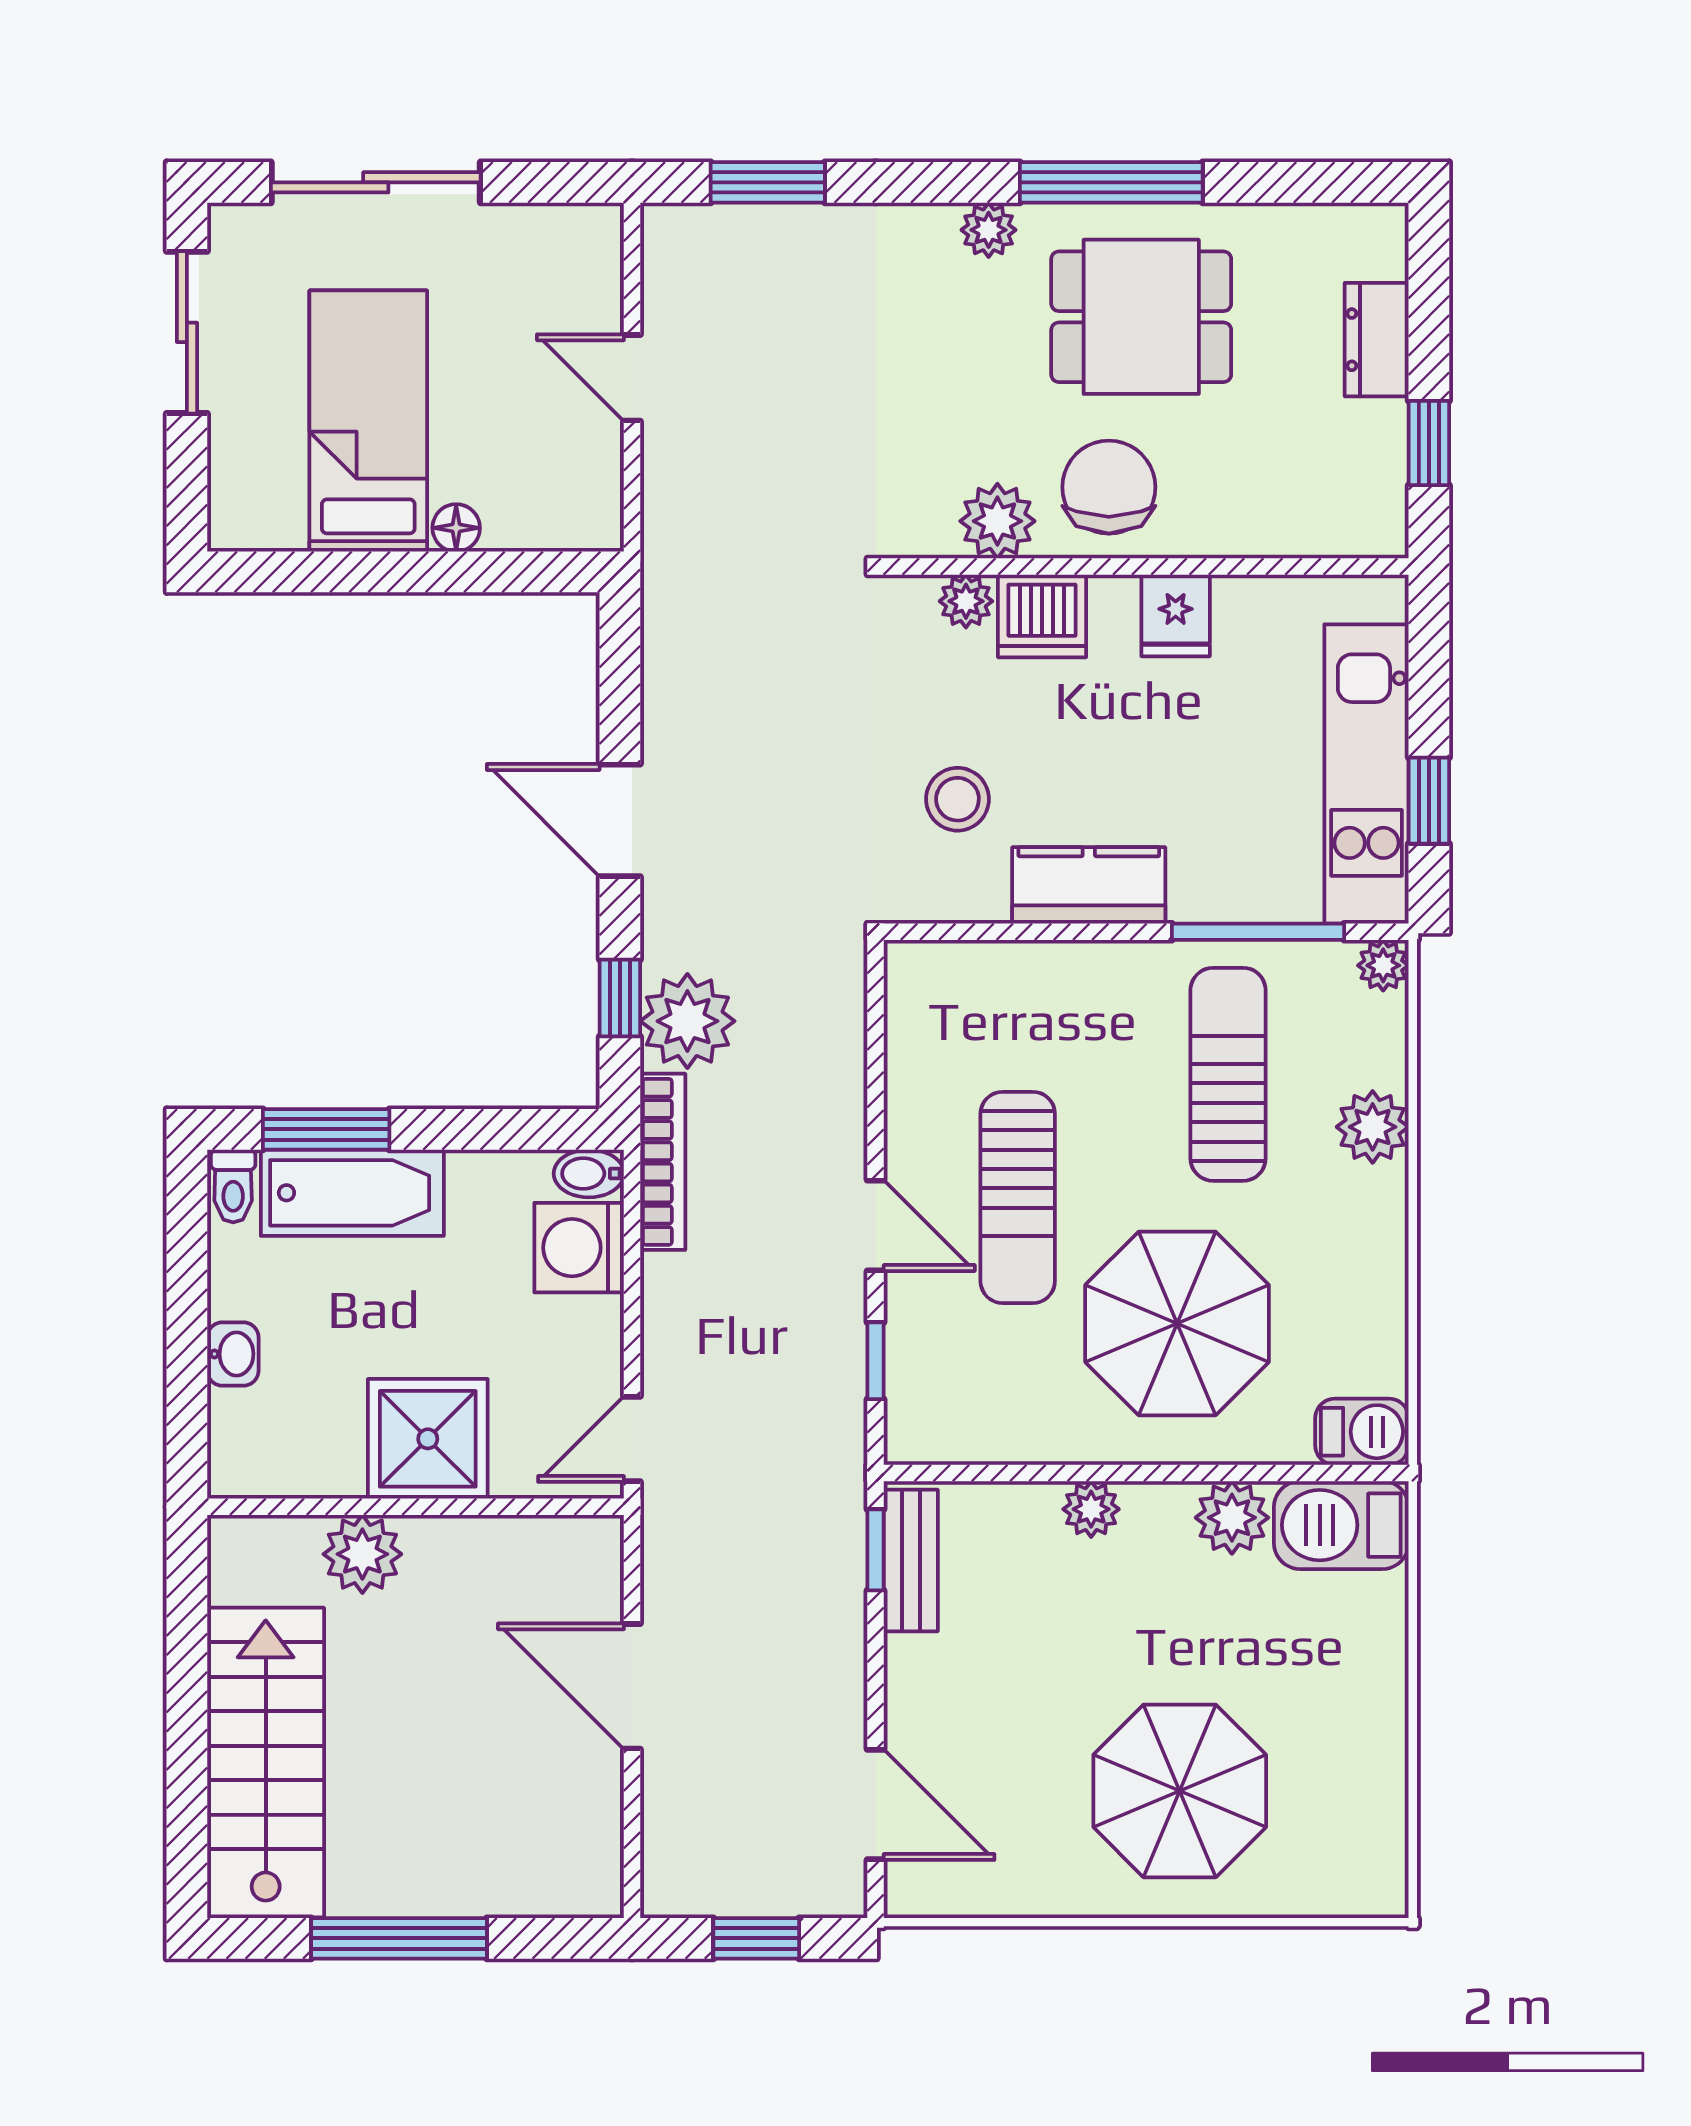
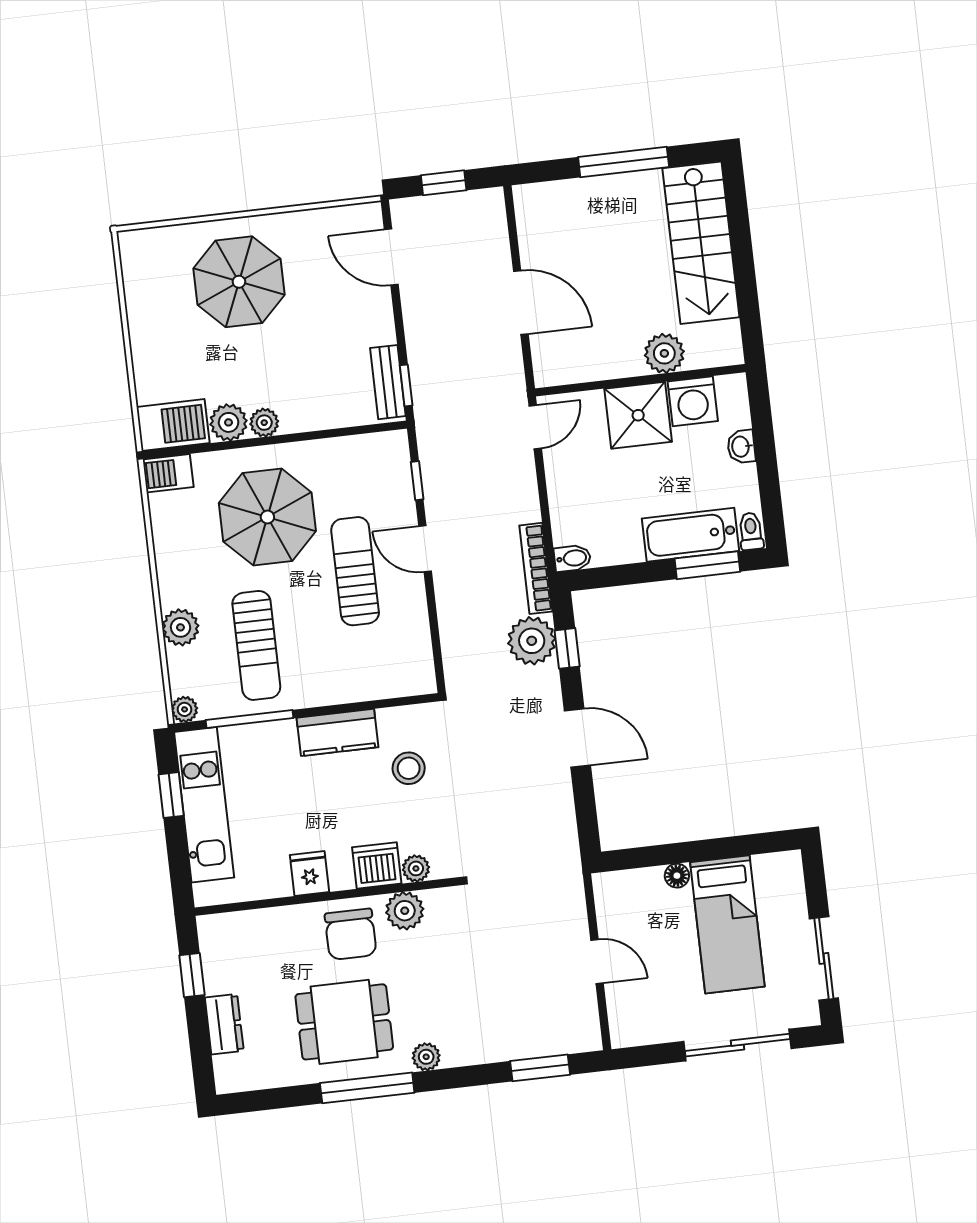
washing machine: (579, 1248) -> (693, 401), moved, turned 90
plant: (1091, 1509) -> (264, 423), moved

